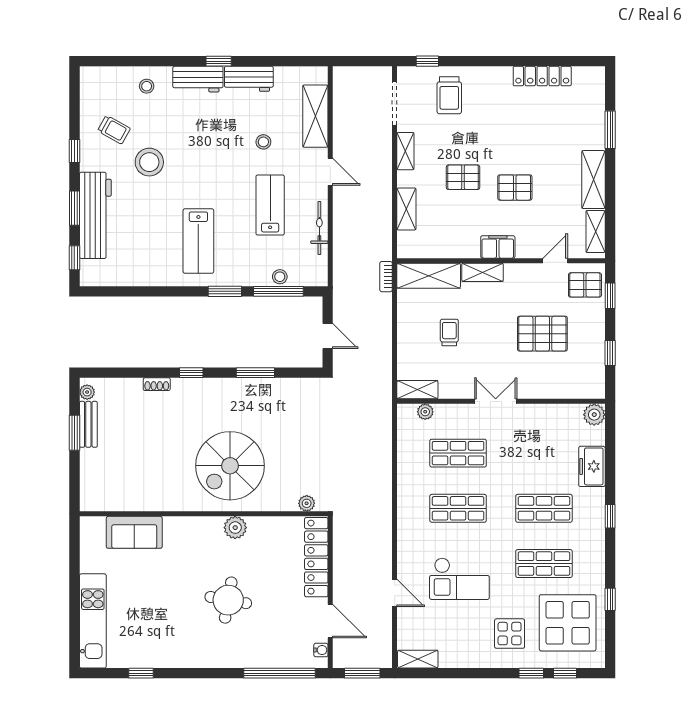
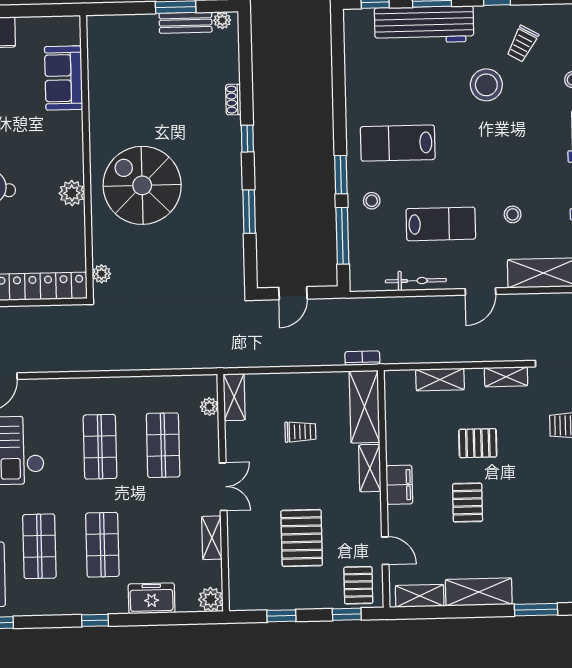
pallet: (463, 177) -> (478, 443), turned 90
stool: (280, 277) -> (372, 201), moved
shelving: (540, 412) -> (212, 538), added

